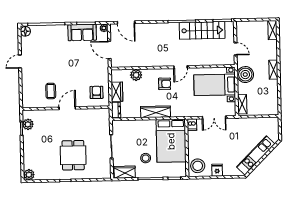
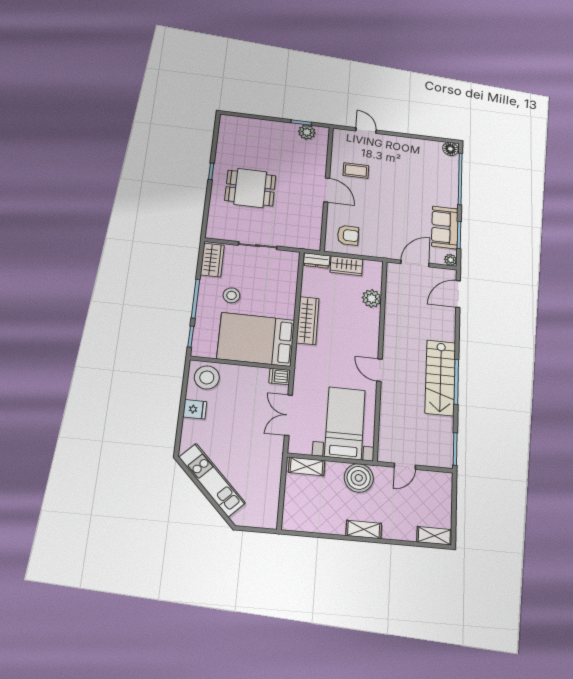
stairs: (202, 30) -> (440, 378), moved
door: (20, 62) -> (366, 130), moved
armchair: (165, 84) -> (353, 341), removed
plant: (29, 175) -> (228, 122), removed

